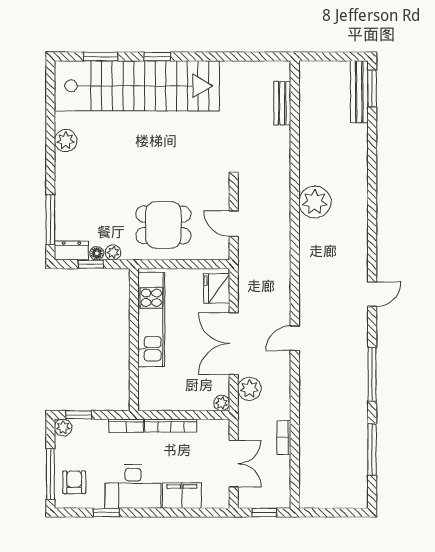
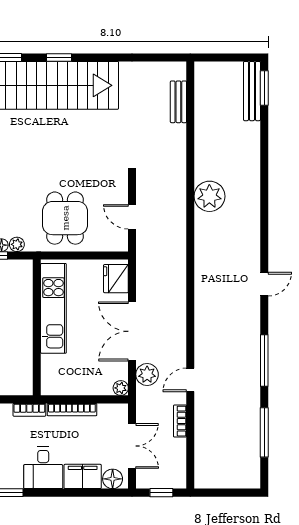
dining table: (163, 225) -> (65, 218), turned 90
door: (295, 338) -> (190, 380), moved
desk: (133, 487) -> (43, 468), width x0.73
floor lamp: (213, 498) -> (113, 479), added

